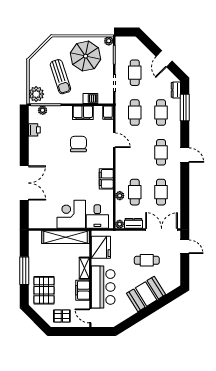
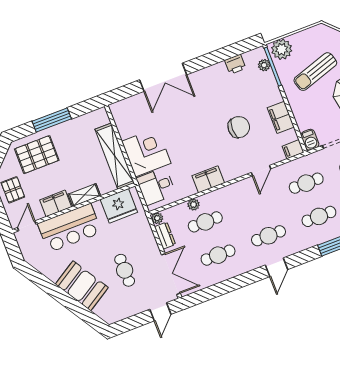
barbecue: (90, 98) -> (310, 140), moved

